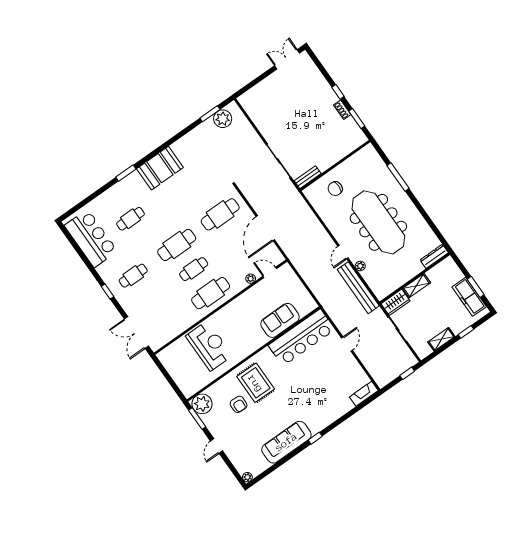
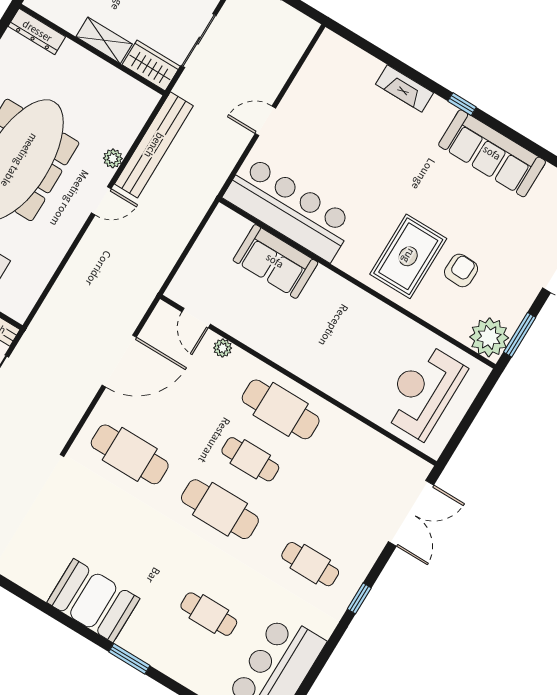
reception desk: (209, 346) -> (423, 391), moved
fireplace: (364, 394) -> (405, 88), moved

